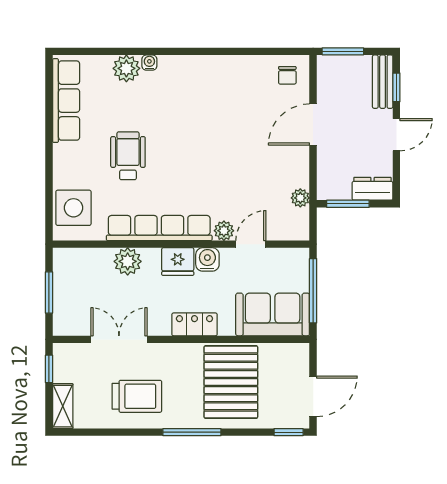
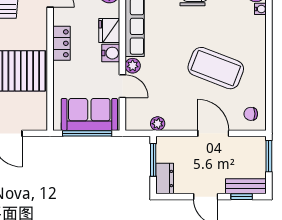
coffee table: (227, 121) -> (216, 68), added
sofa: (273, 314) -> (89, 114), moved, turned -90

